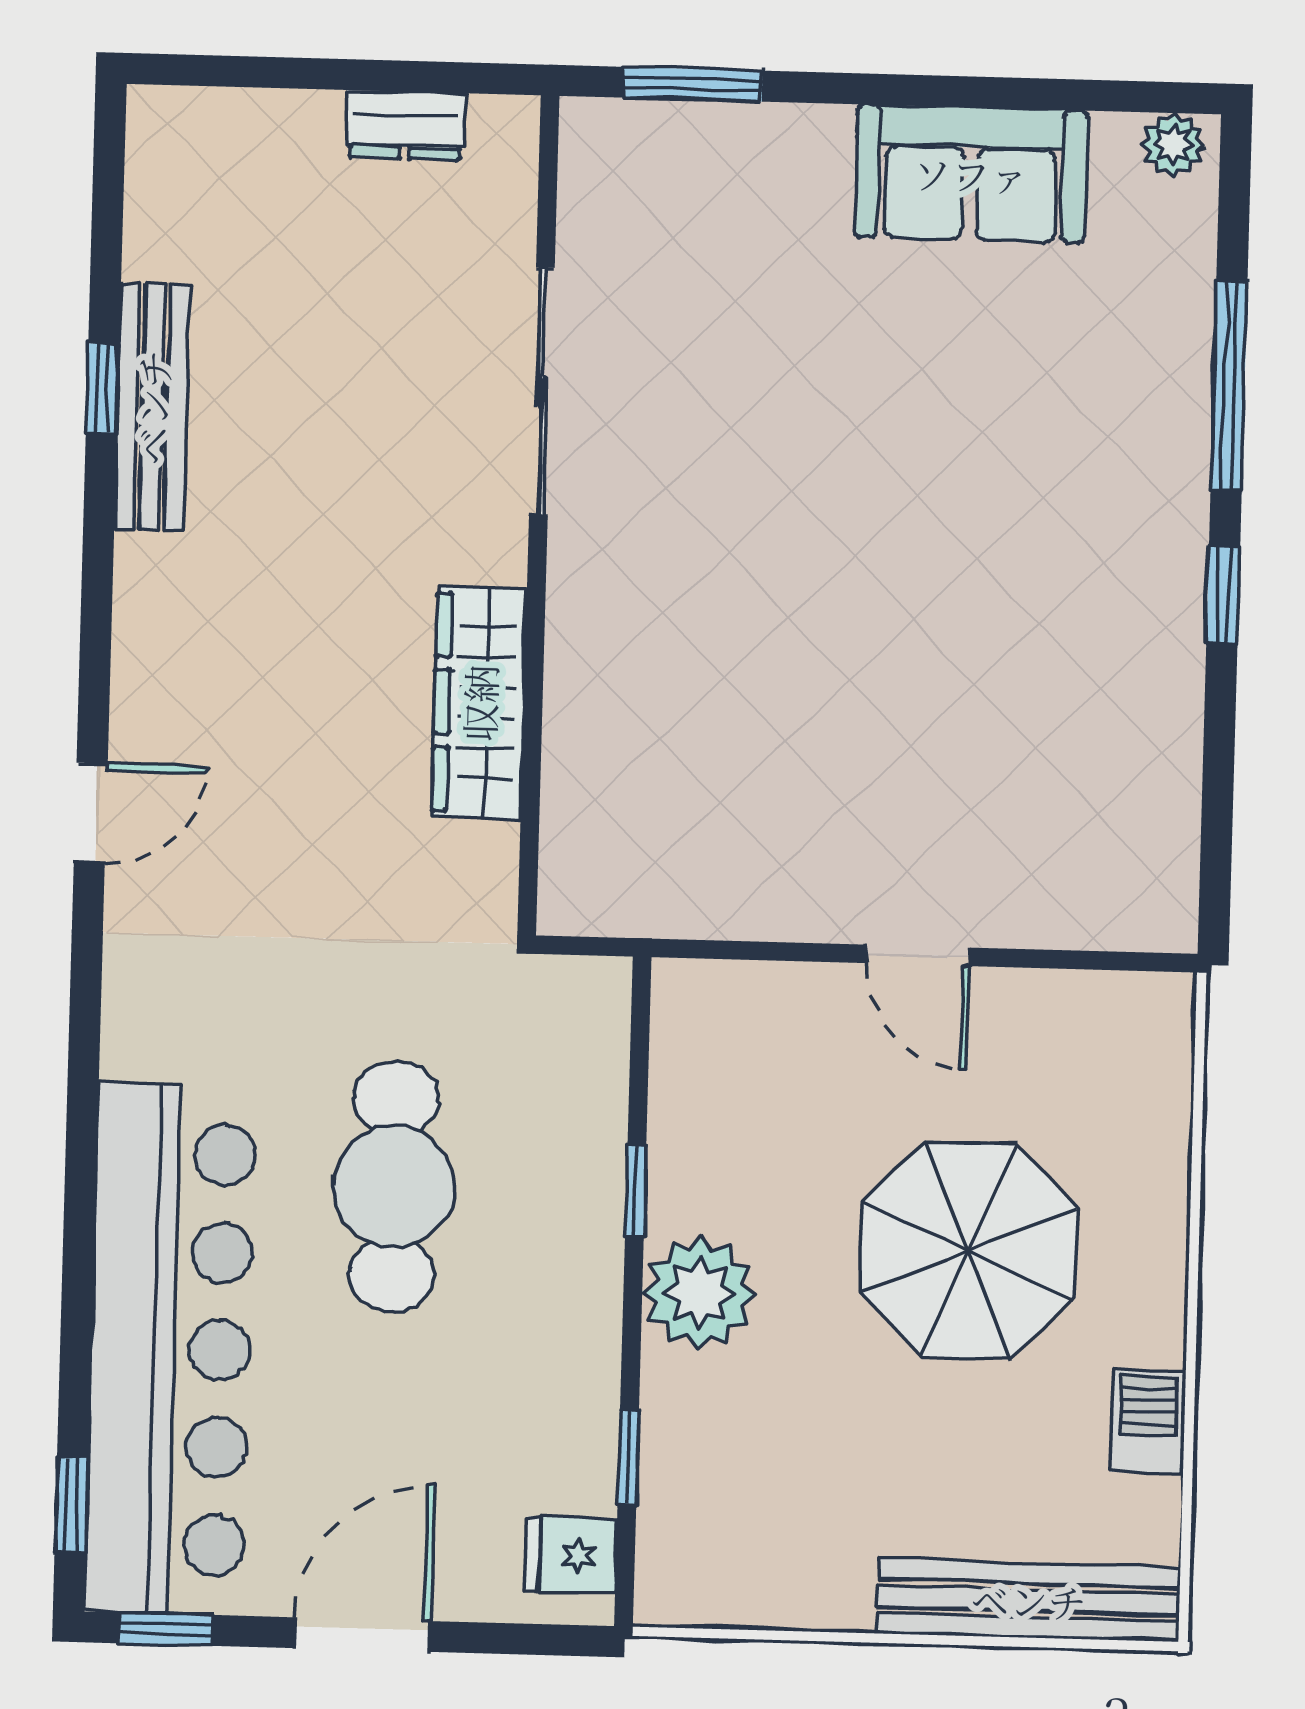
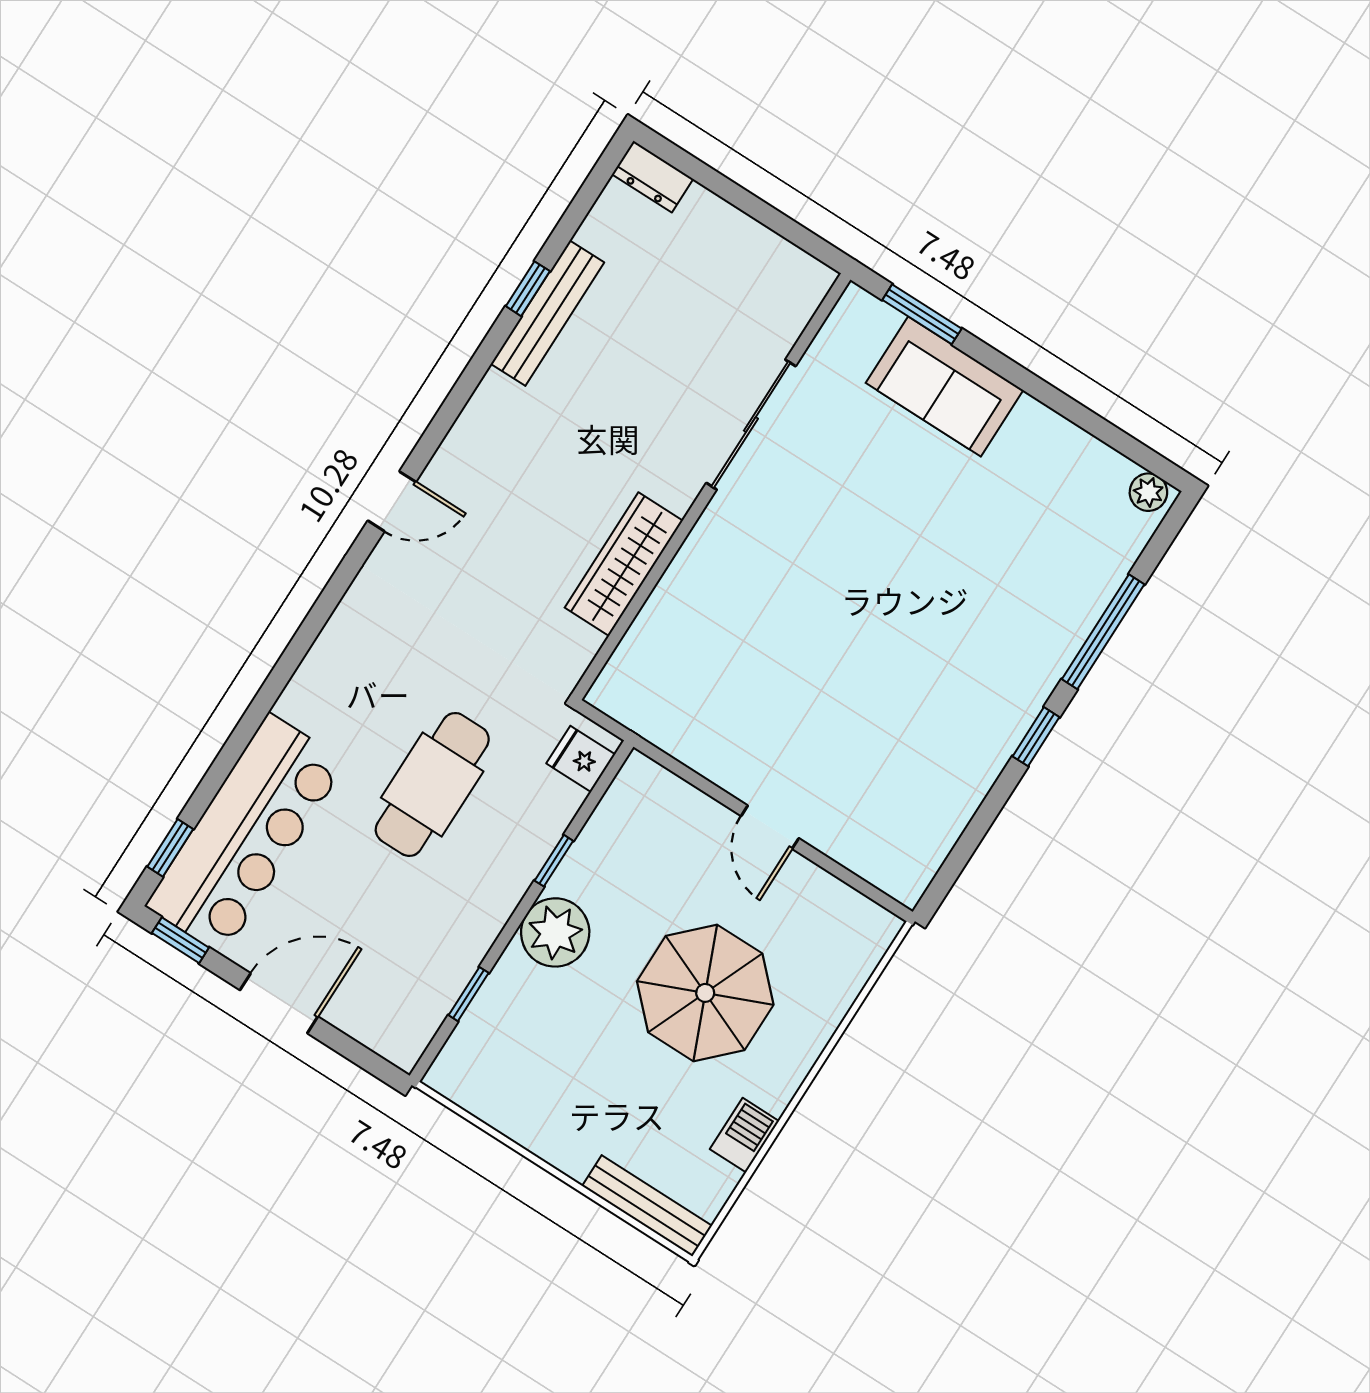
dresser: (405, 125) -> (653, 177), moved
sofa: (971, 174) -> (944, 386), moved
bar counter: (170, 1349) -> (246, 834), width x0.73
fridge: (571, 1555) -> (581, 759), moved
bench: (1029, 1600) -> (647, 1206), width x0.73, depth x0.82

